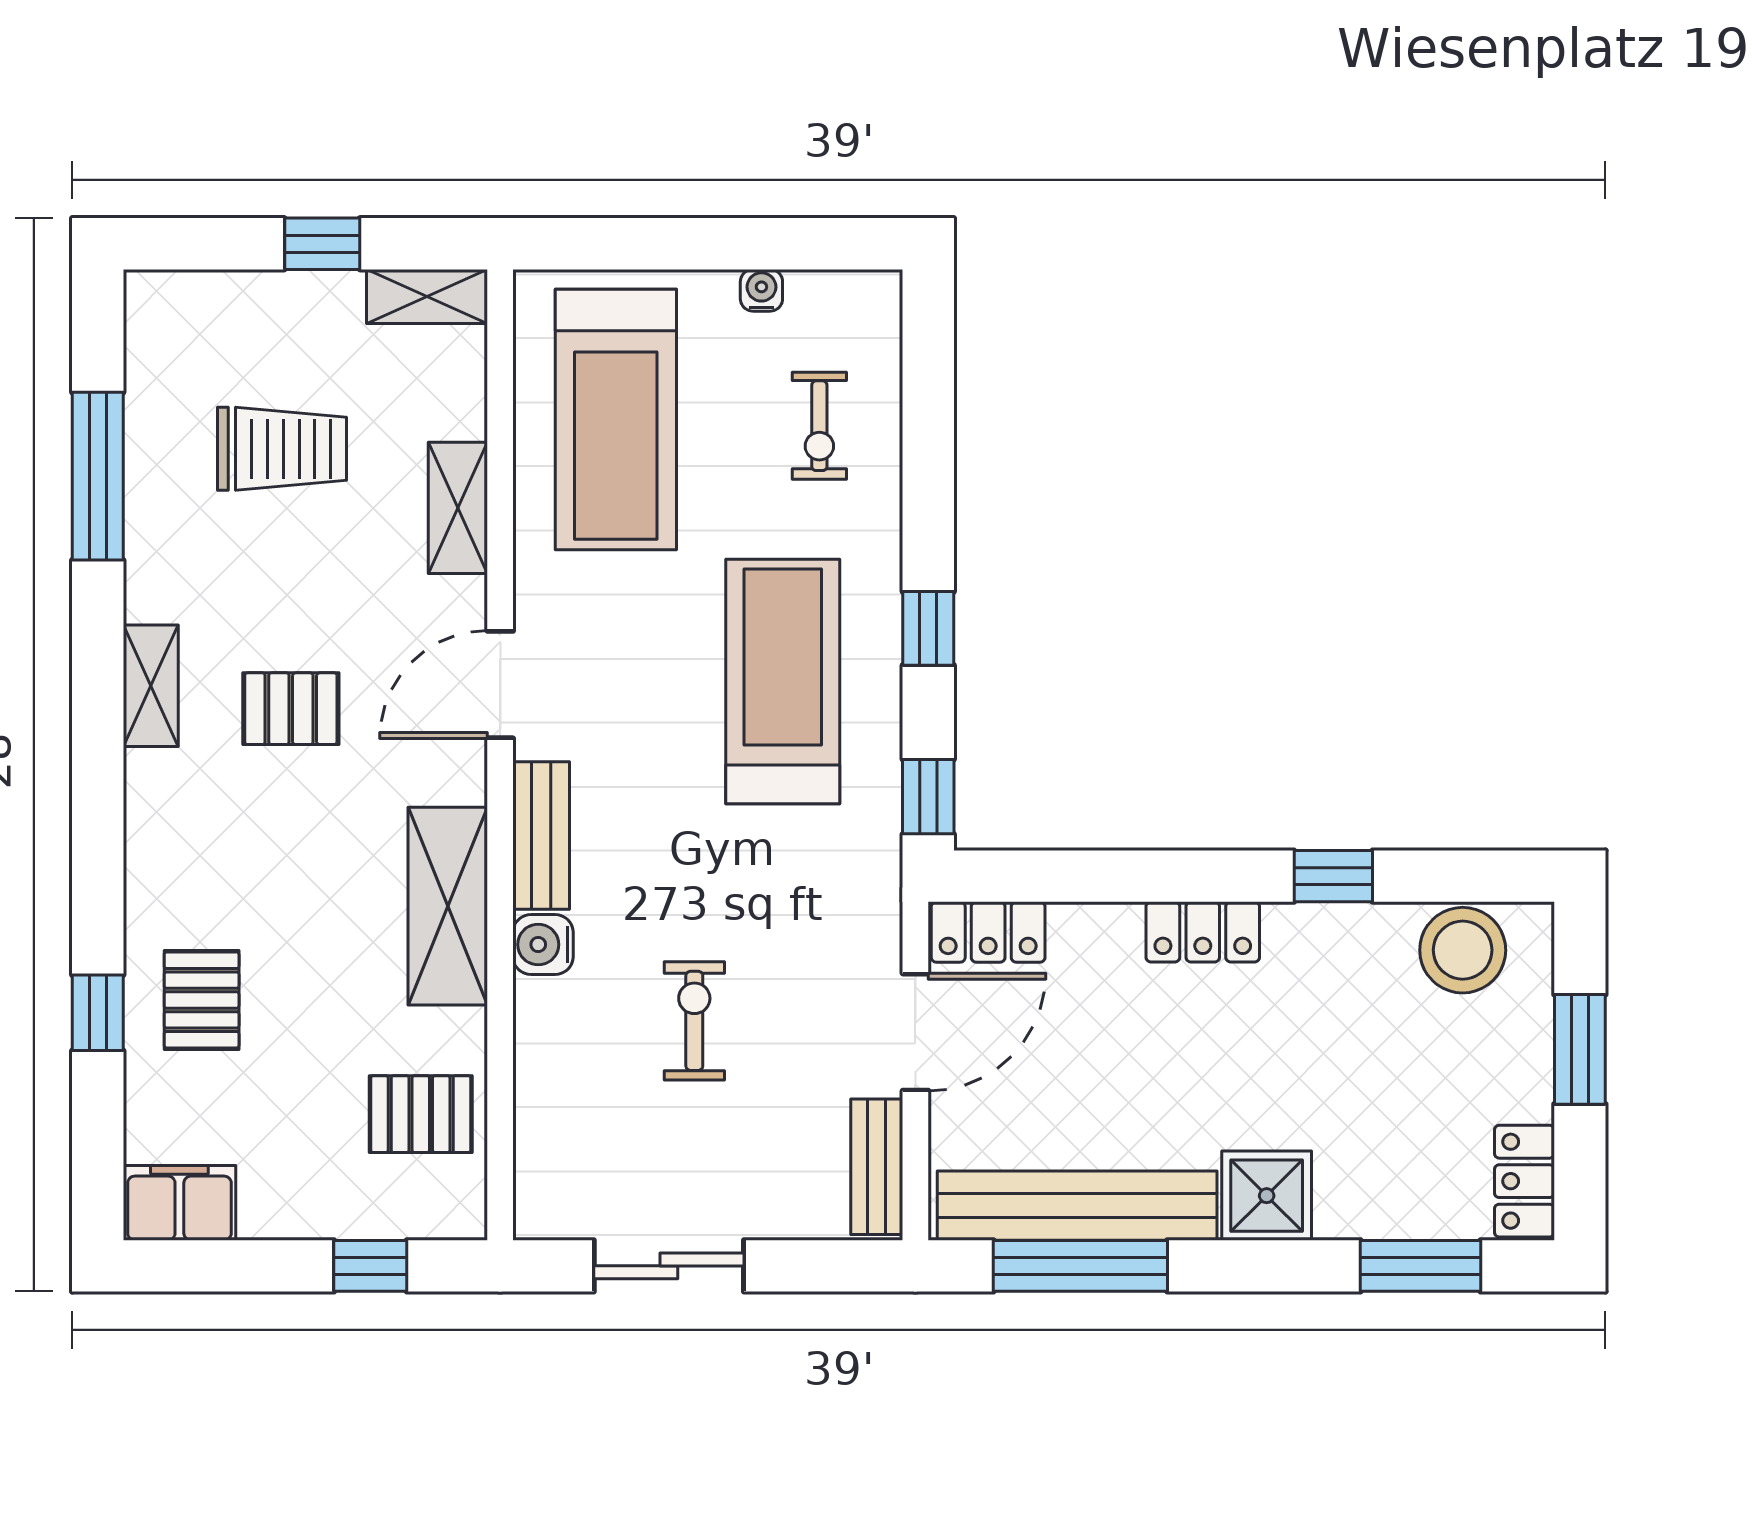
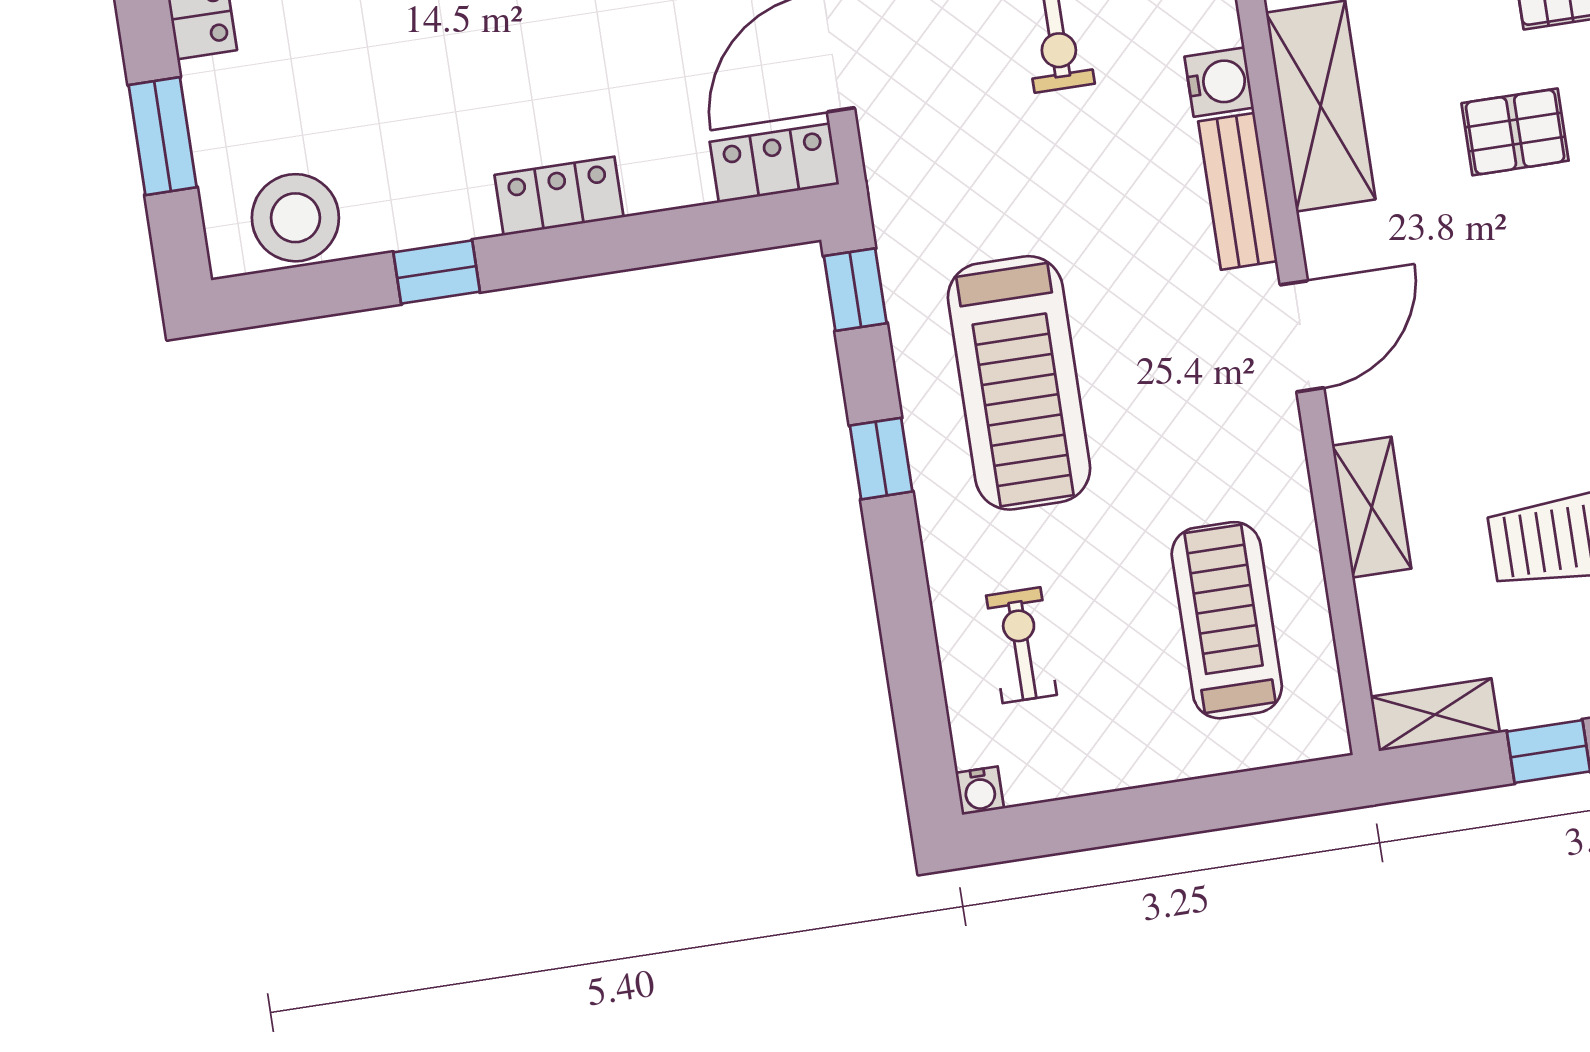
water cooler: (761, 290) -> (980, 791), moved
treadmill: (616, 420) -> (1227, 620), width x0.73, depth x0.73
pallet: (291, 709) -> (1515, 132), moved

